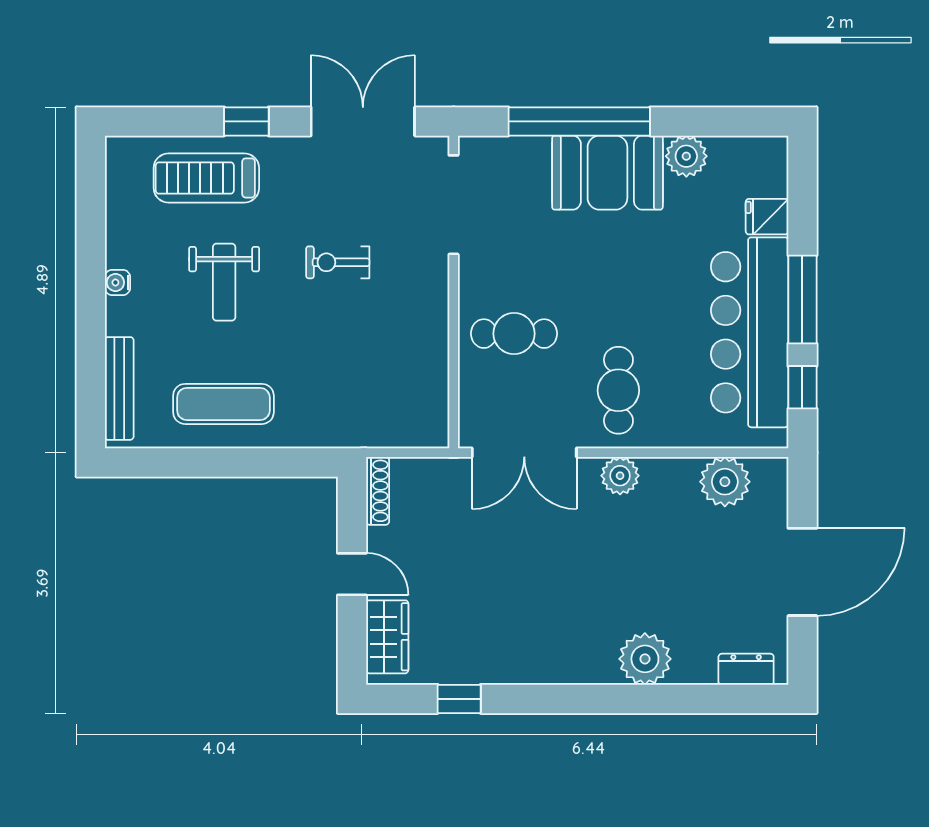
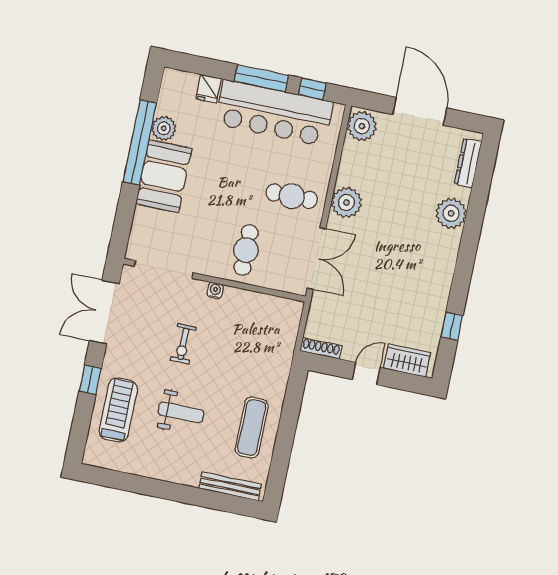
window: (579, 121) -> (140, 142), moved
treadmill: (206, 178) -> (118, 410), turned 180
water cooler: (117, 282) -> (215, 290), moved, turned 180
plant: (620, 476) -> (346, 202), width x1.36, depth x1.36
plant: (725, 482) -> (362, 126), moved
dresser: (746, 669) -> (468, 163), width x1.44

